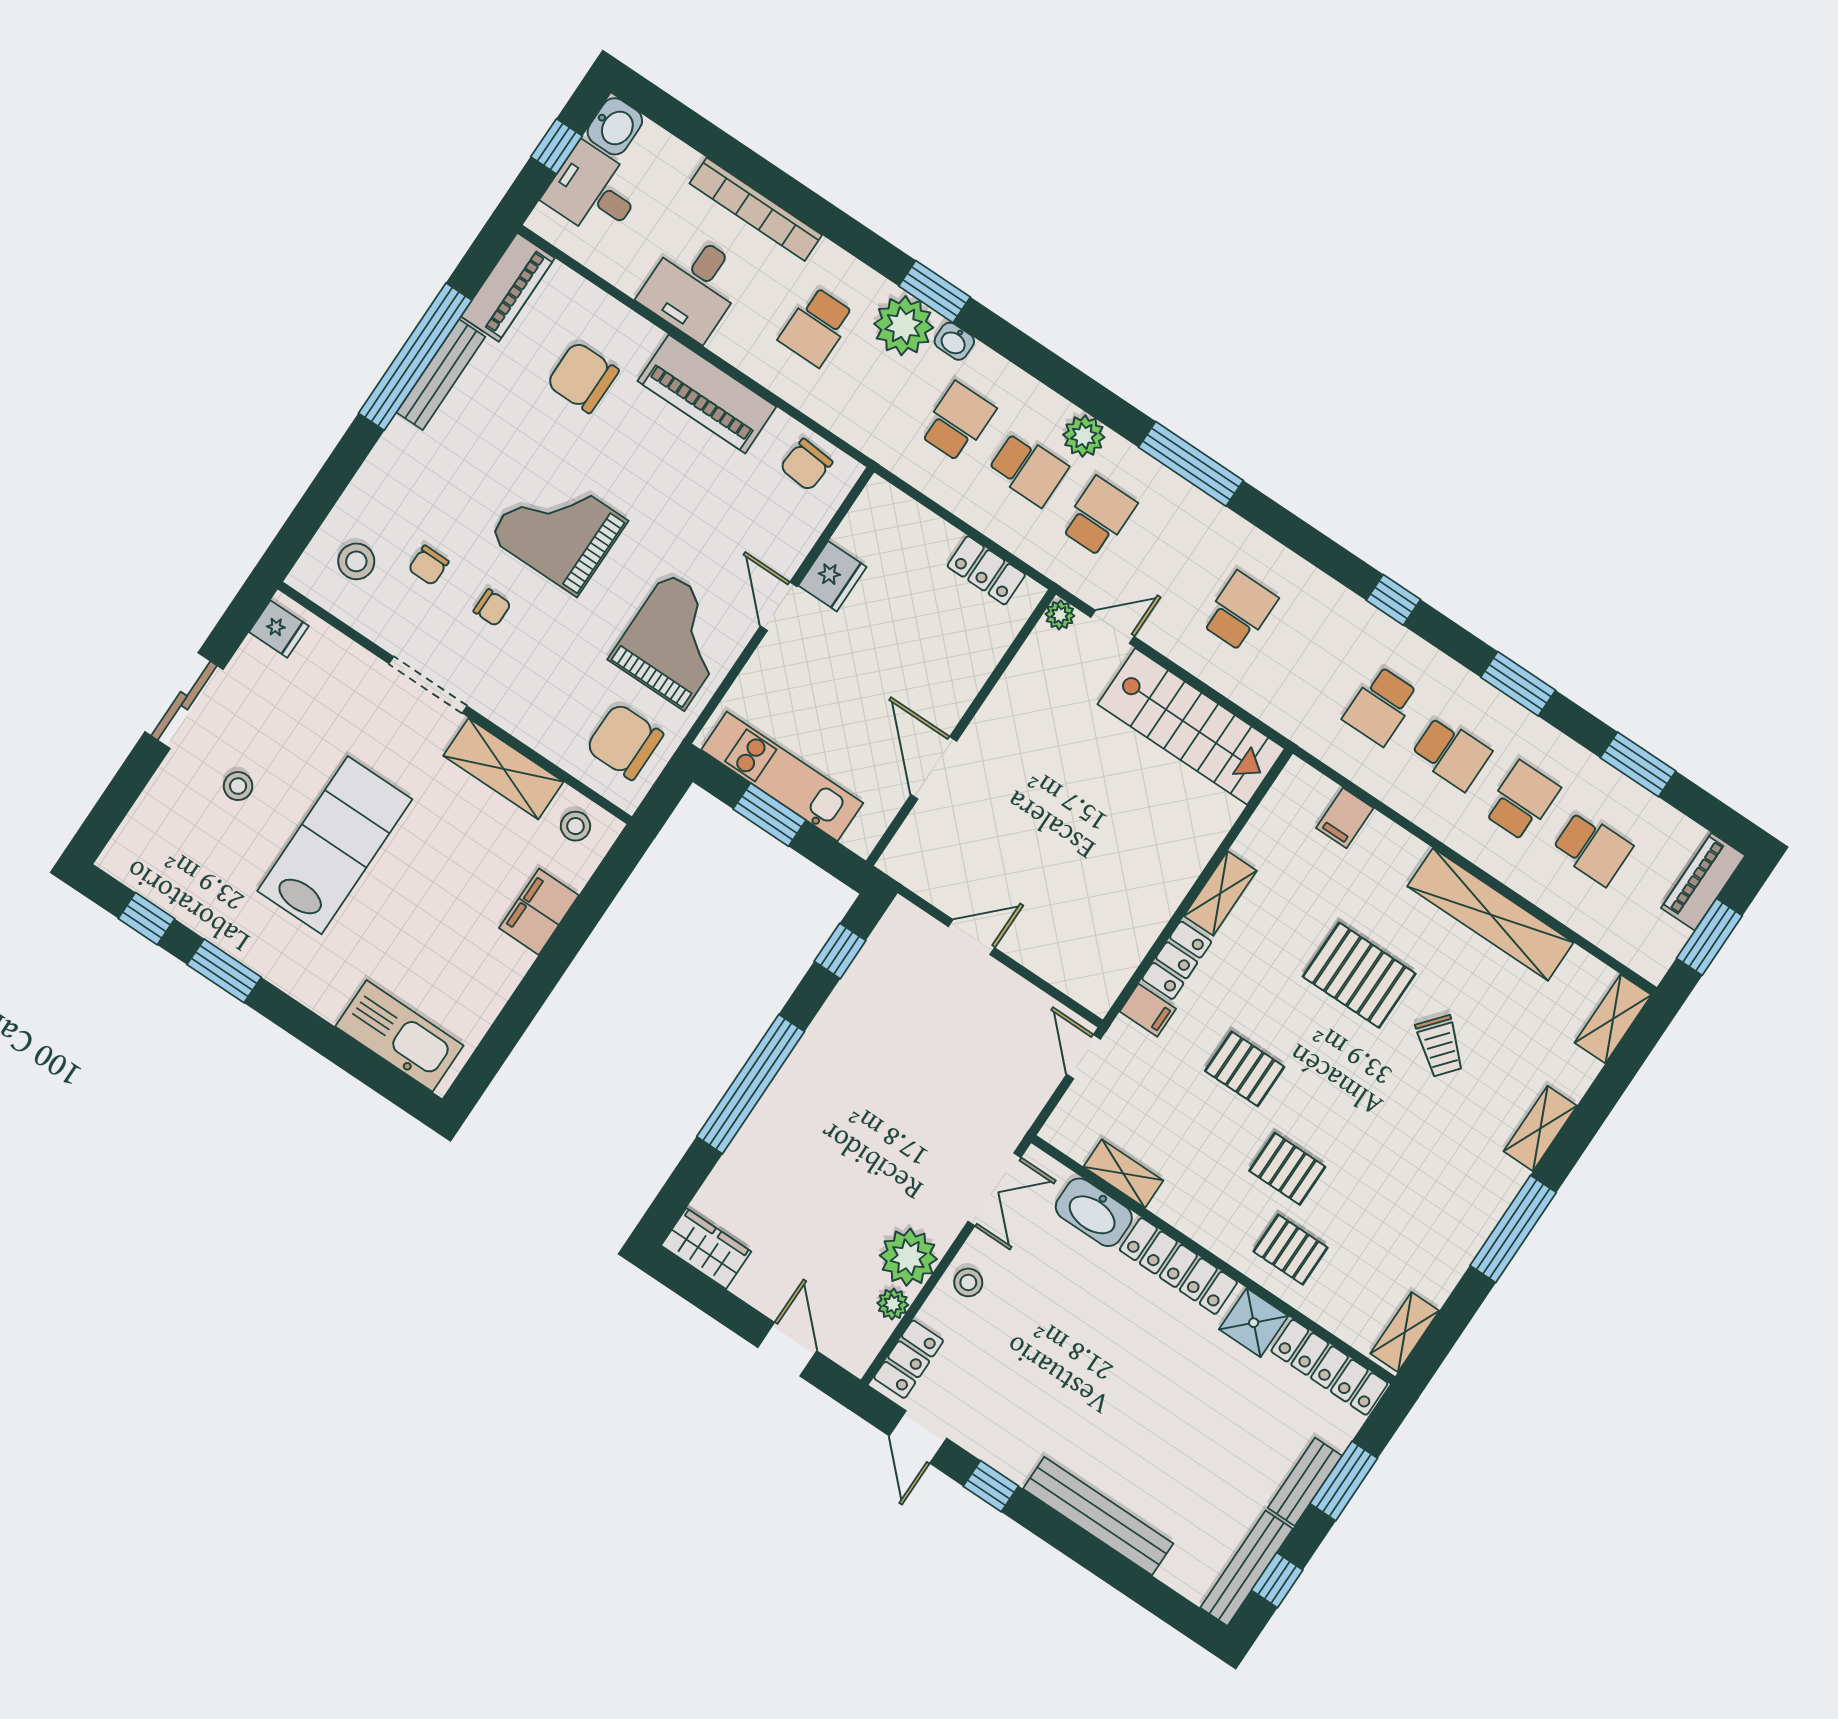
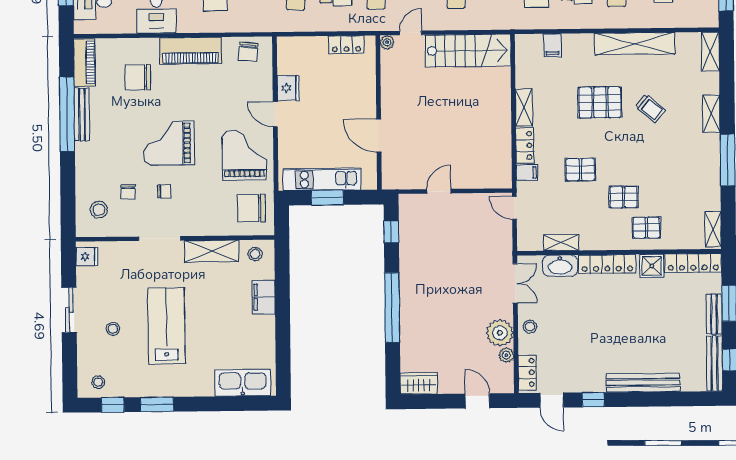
stool: (148, 862) -> (98, 382), added

